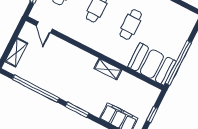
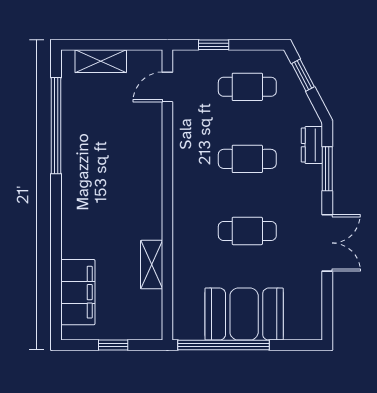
booth: (152, 64) -> (244, 314), moved, turned 90
shelving: (108, 69) -> (152, 265), moved
window: (77, 110) -> (56, 214), removed

